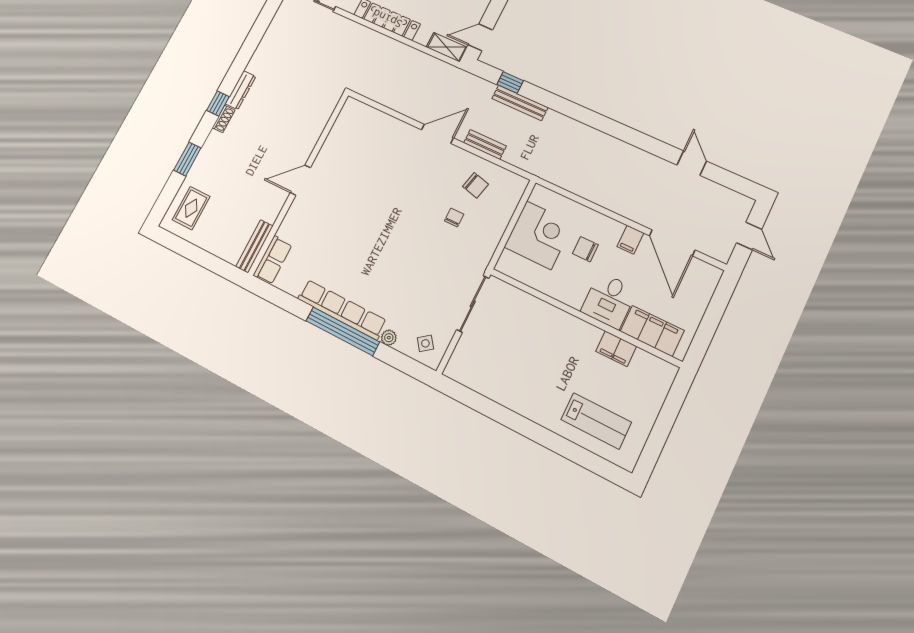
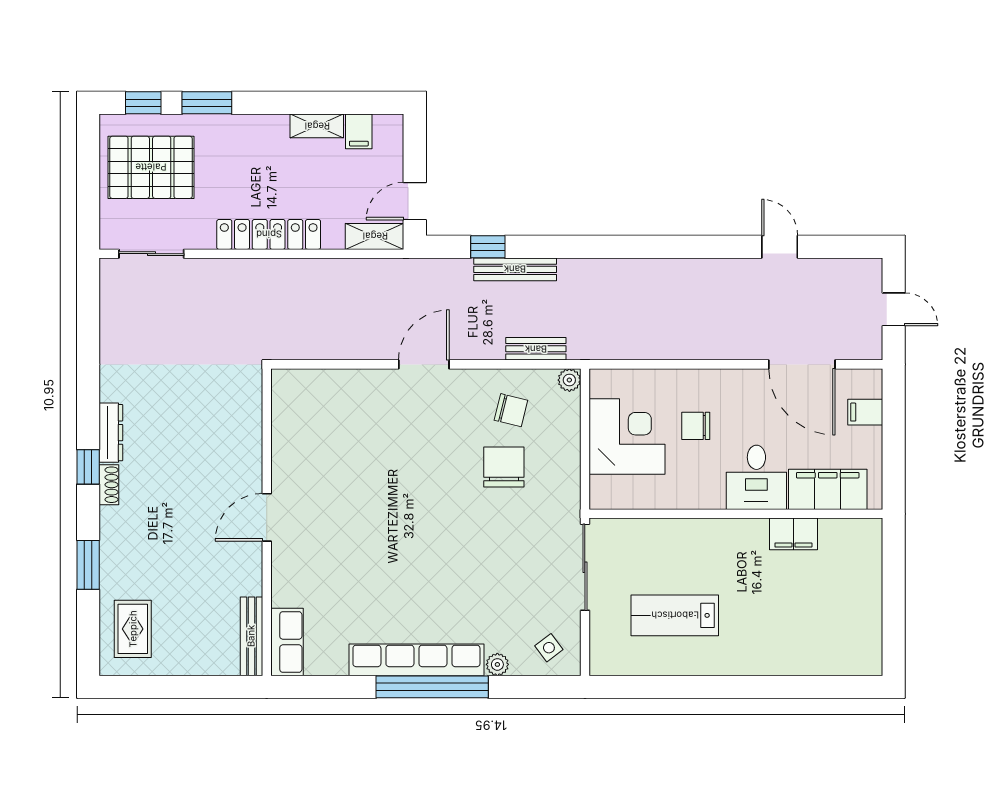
bench: (485, 144) -> (536, 349), moved
plant: (520, 184) -> (569, 380), added
chair: (454, 218) -> (504, 467), width x1.87, depth x1.87
filing cabinet: (630, 240) -> (865, 412), moved, turned 90
lab bench: (596, 421) -> (675, 615), moved, turned 180

